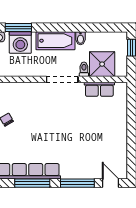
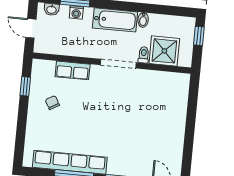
washing machine: (20, 42) -> (76, 12), width x0.53, depth x0.53
row of seats: (99, 89) -> (73, 70), moved

